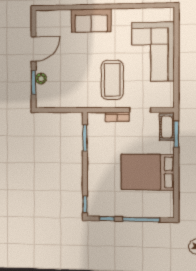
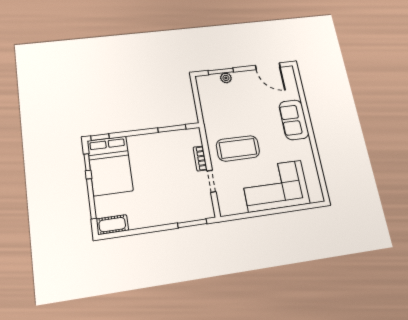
door: (34, 49) -> (268, 66), moved
cot: (167, 127) -> (112, 225), moved
bed: (148, 172) -> (110, 166), moved, turned 180

